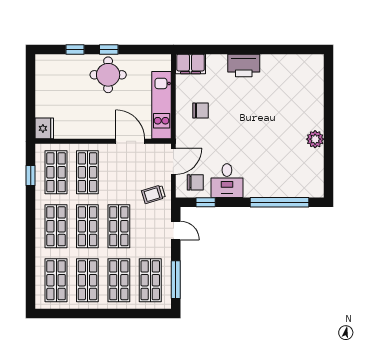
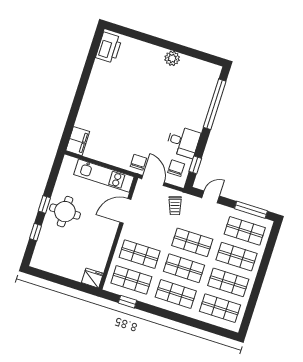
printer: (244, 65) -> (109, 48), moved
chair: (201, 110) -> (138, 162), moved

